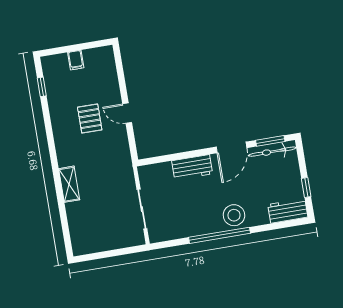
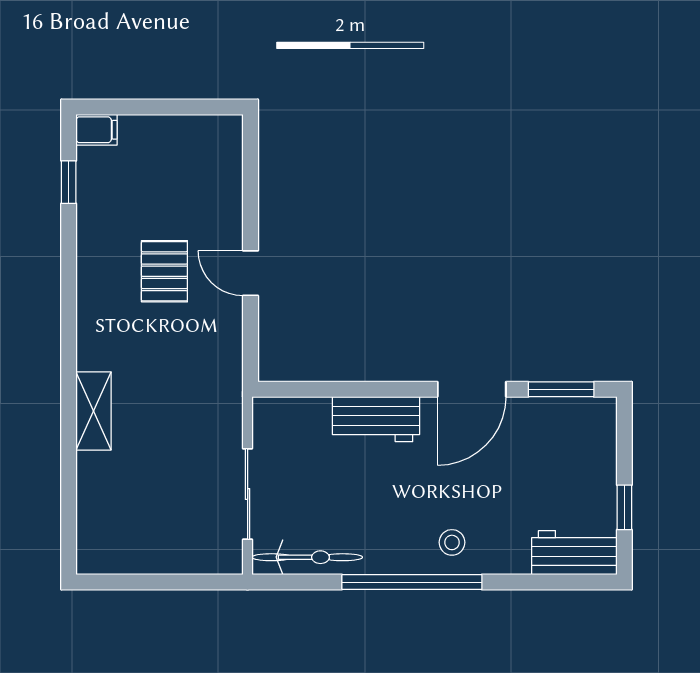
filing cabinet: (76, 60) -> (97, 130), moved, turned -90
bicycle: (272, 152) -> (307, 557), moved, turned 180
stool: (234, 215) -> (452, 542), width x0.53, depth x0.53

